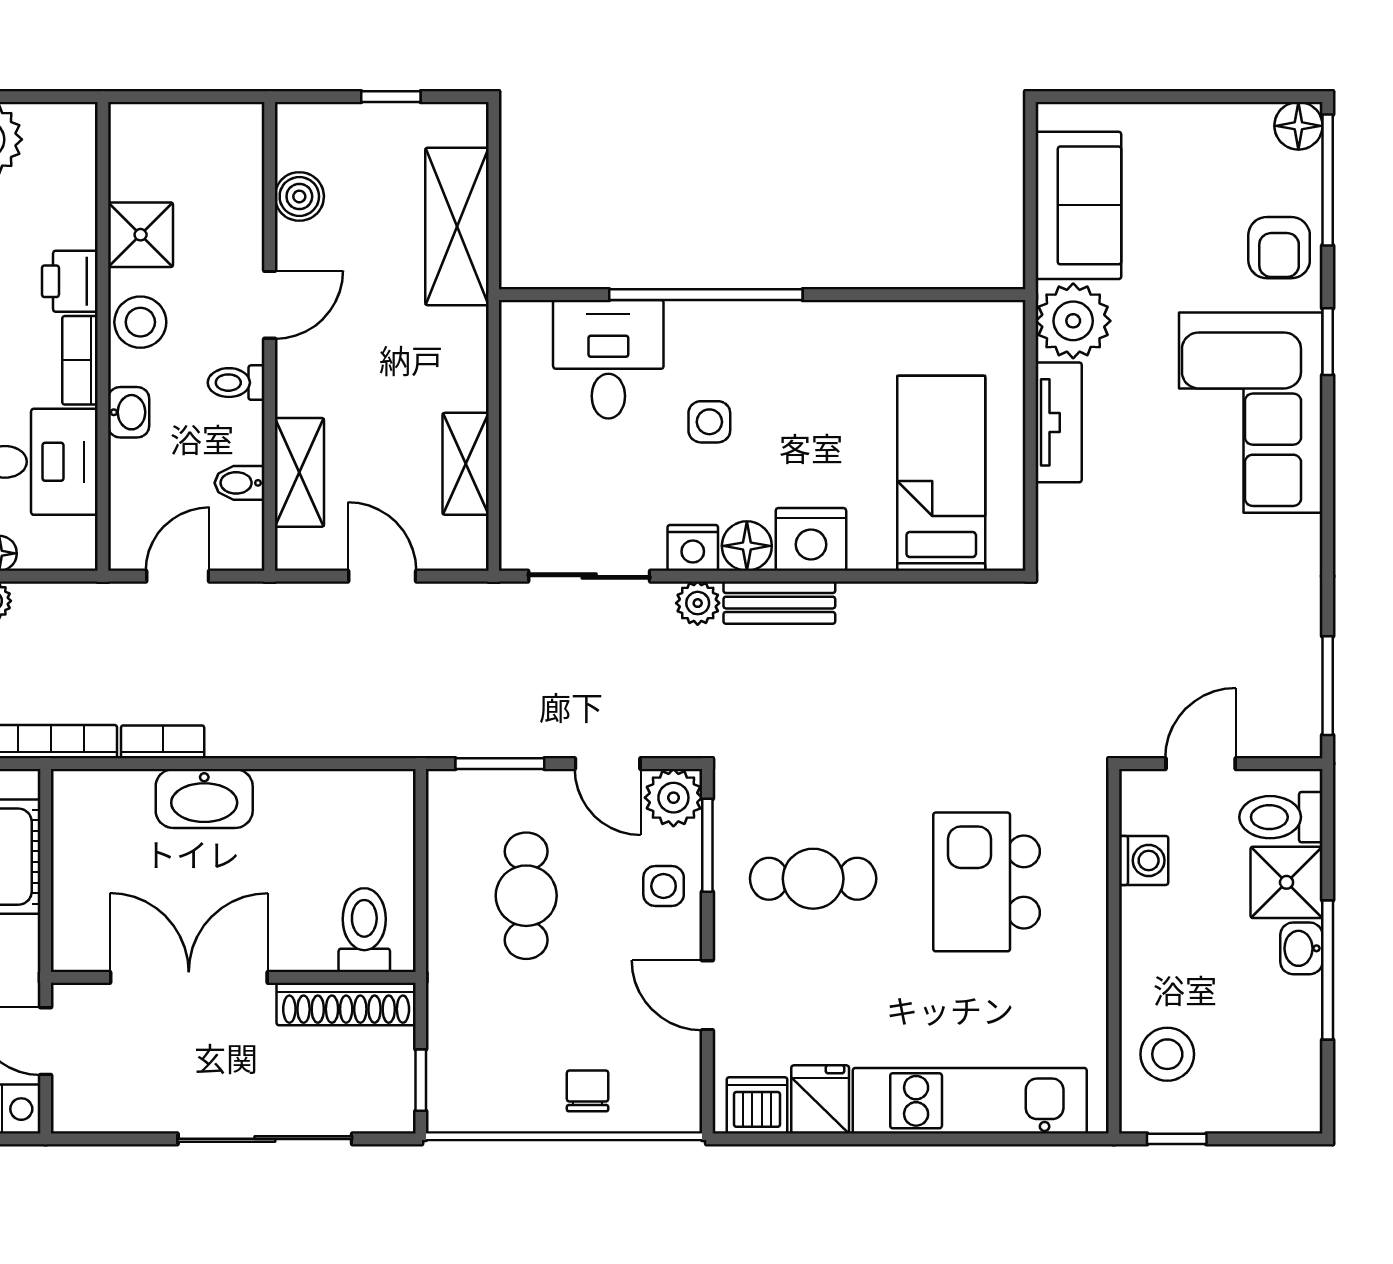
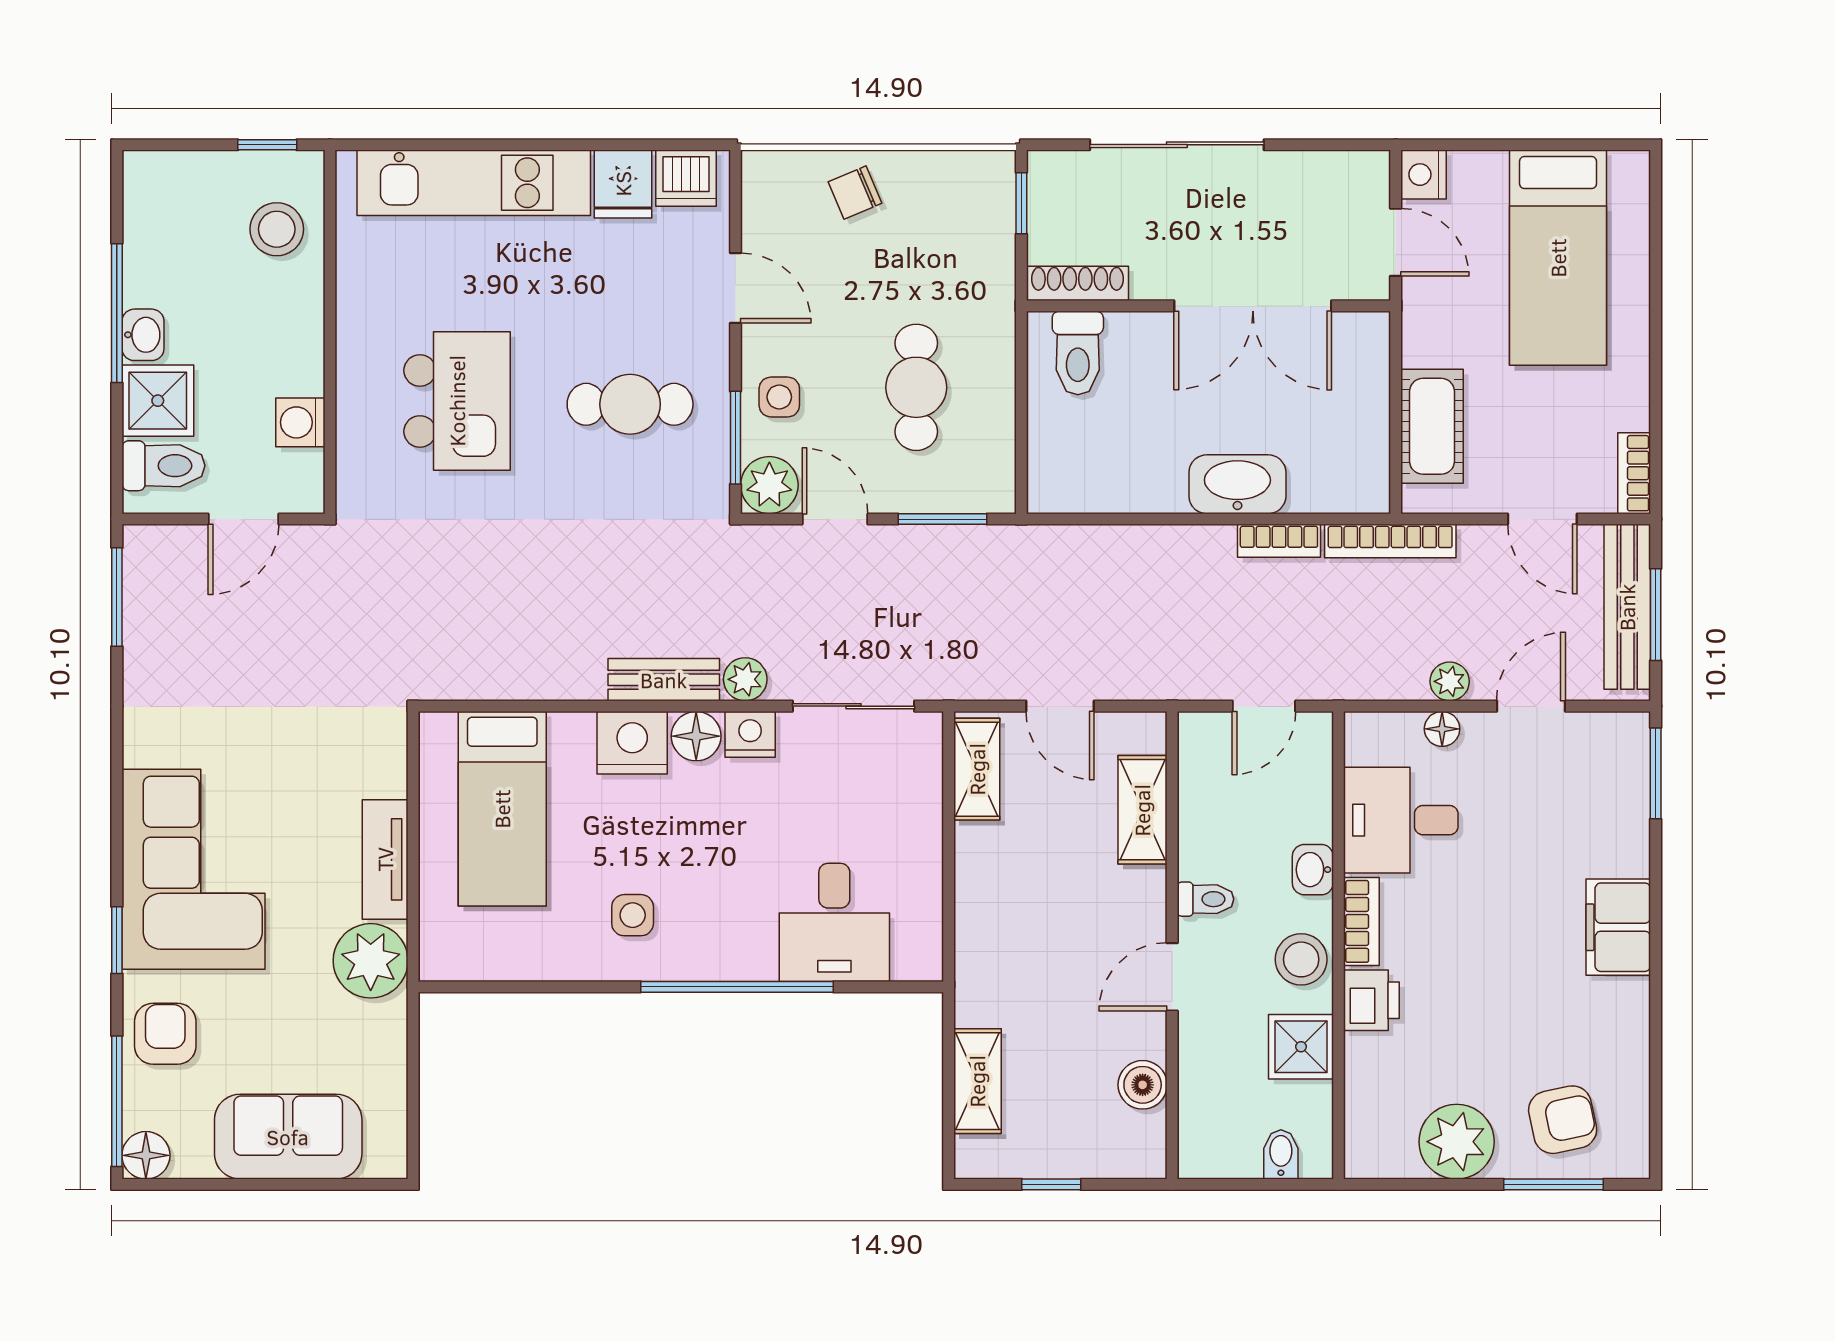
sofa: (1078, 205) -> (288, 1137), moved, turned 90
shelving: (457, 226) -> (977, 1081), width x0.67, depth x0.75
side table: (709, 422) -> (633, 915), moved
shelving: (466, 464) -> (977, 769), moved
bidet: (240, 483) -> (1281, 1154), moved, turned -90
shoe rack: (346, 1004) -> (1078, 283), width x0.74, depth x0.81
chair: (588, 1091) -> (855, 193), turned 67

